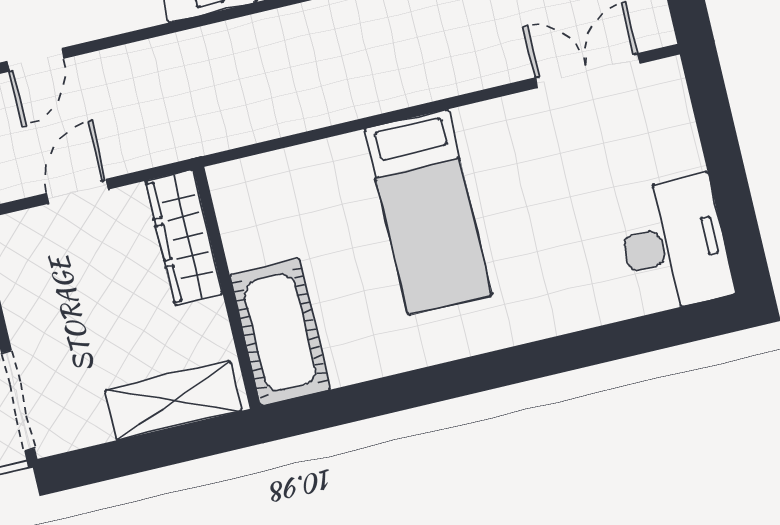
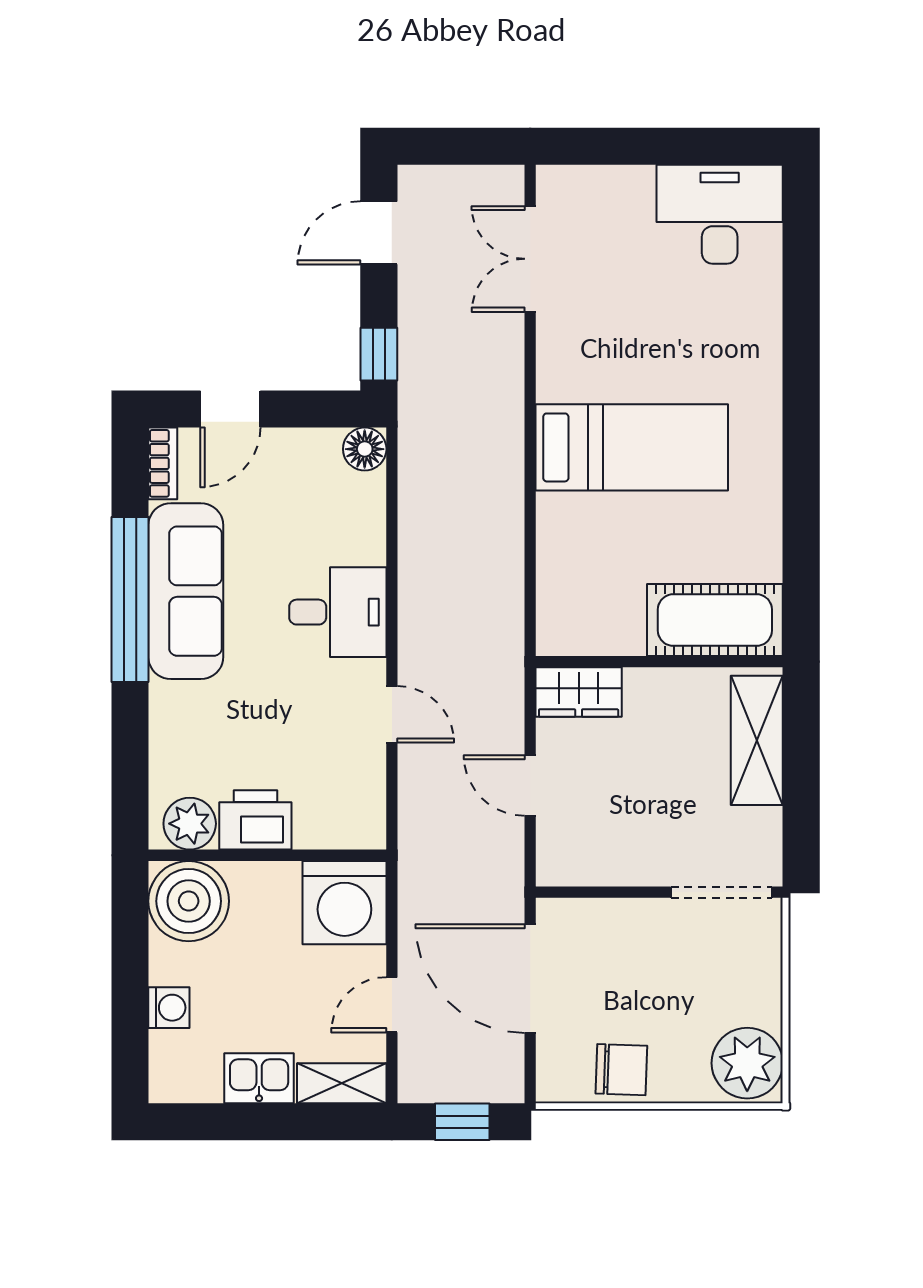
door: (36, 60) -> (392, 714), moved
wardrobe: (184, 238) -> (579, 692), width x0.67

